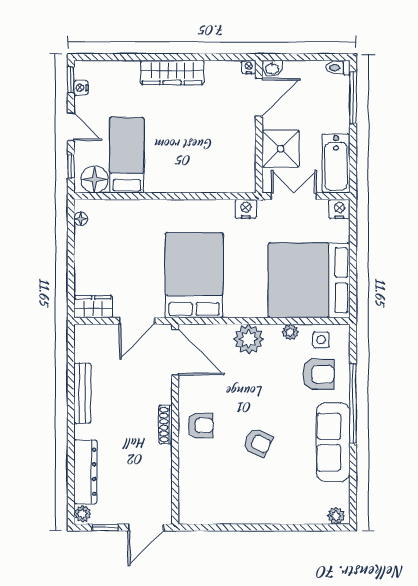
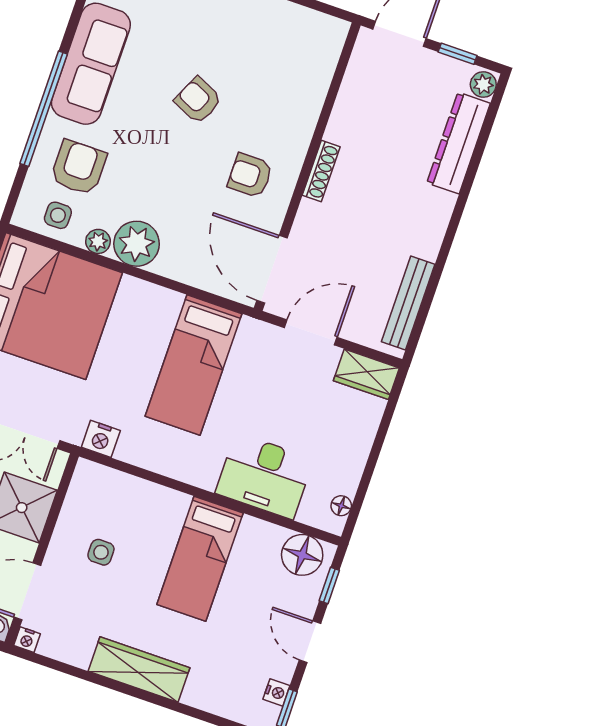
side table: (221, 138) -> (101, 552), added
bed: (127, 155) -> (200, 559), moved
desk: (135, 221) -> (264, 476), added
bed: (194, 275) -> (193, 365), width x0.67
plant: (249, 339) -> (137, 244), moved
armchair: (318, 374) -> (79, 167), turned 90
bench: (82, 393) -> (408, 303), moved
armchair: (201, 425) -> (250, 175), moved

